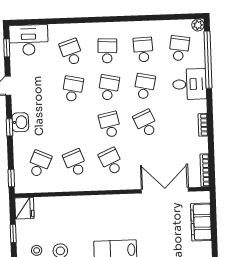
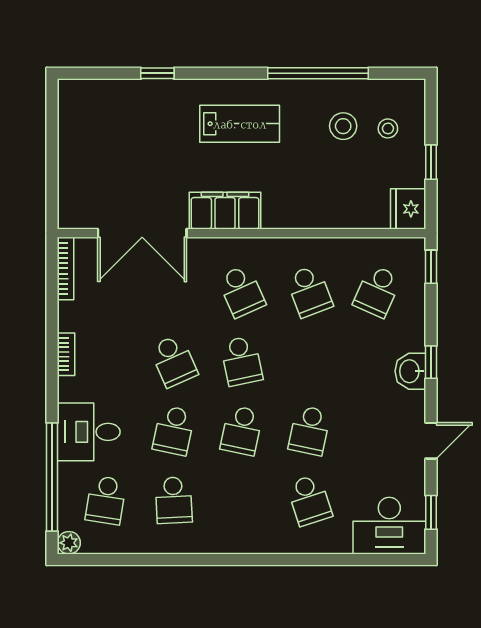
school desk: (107, 51) -> (241, 500), removed
filing cabinet: (201, 222) -> (225, 211), moved, turned -90

